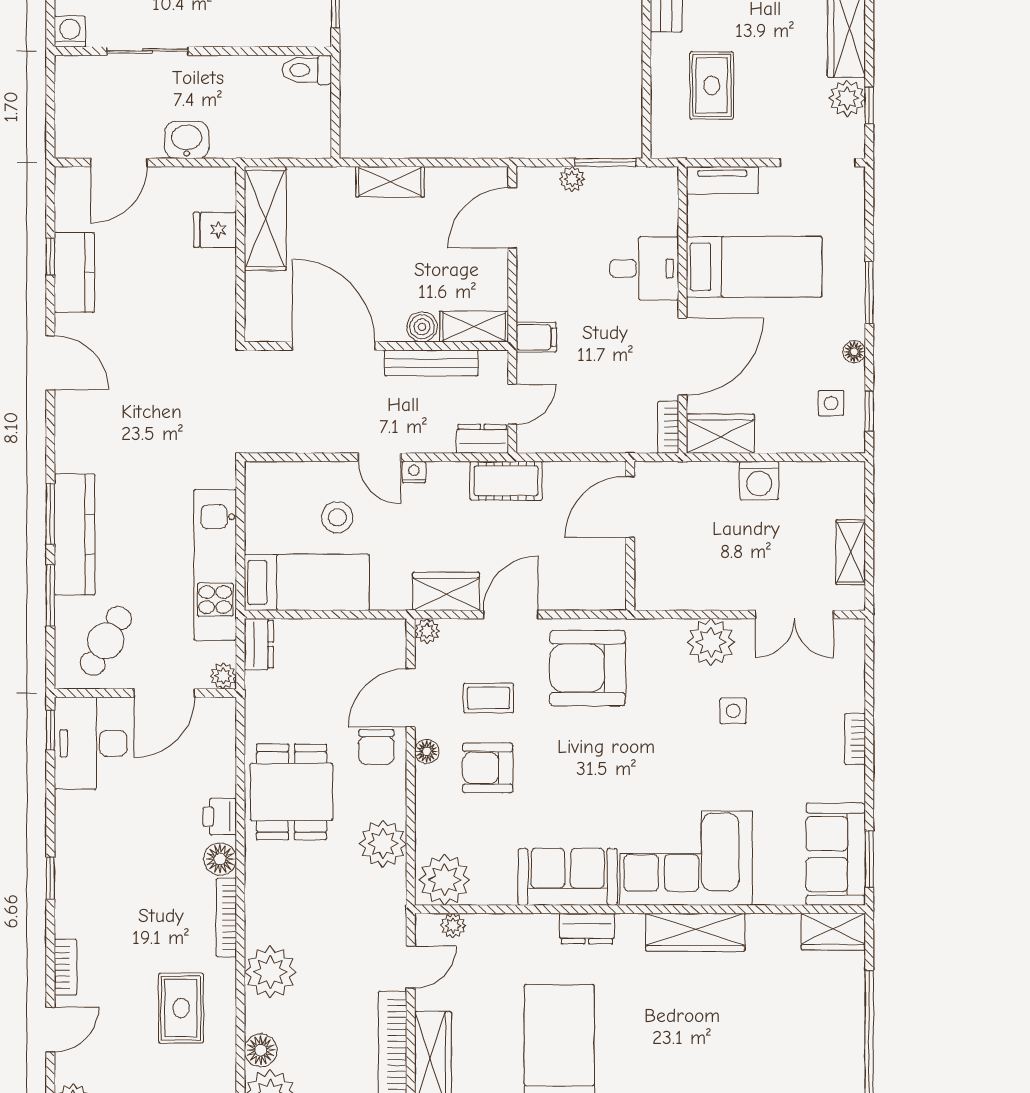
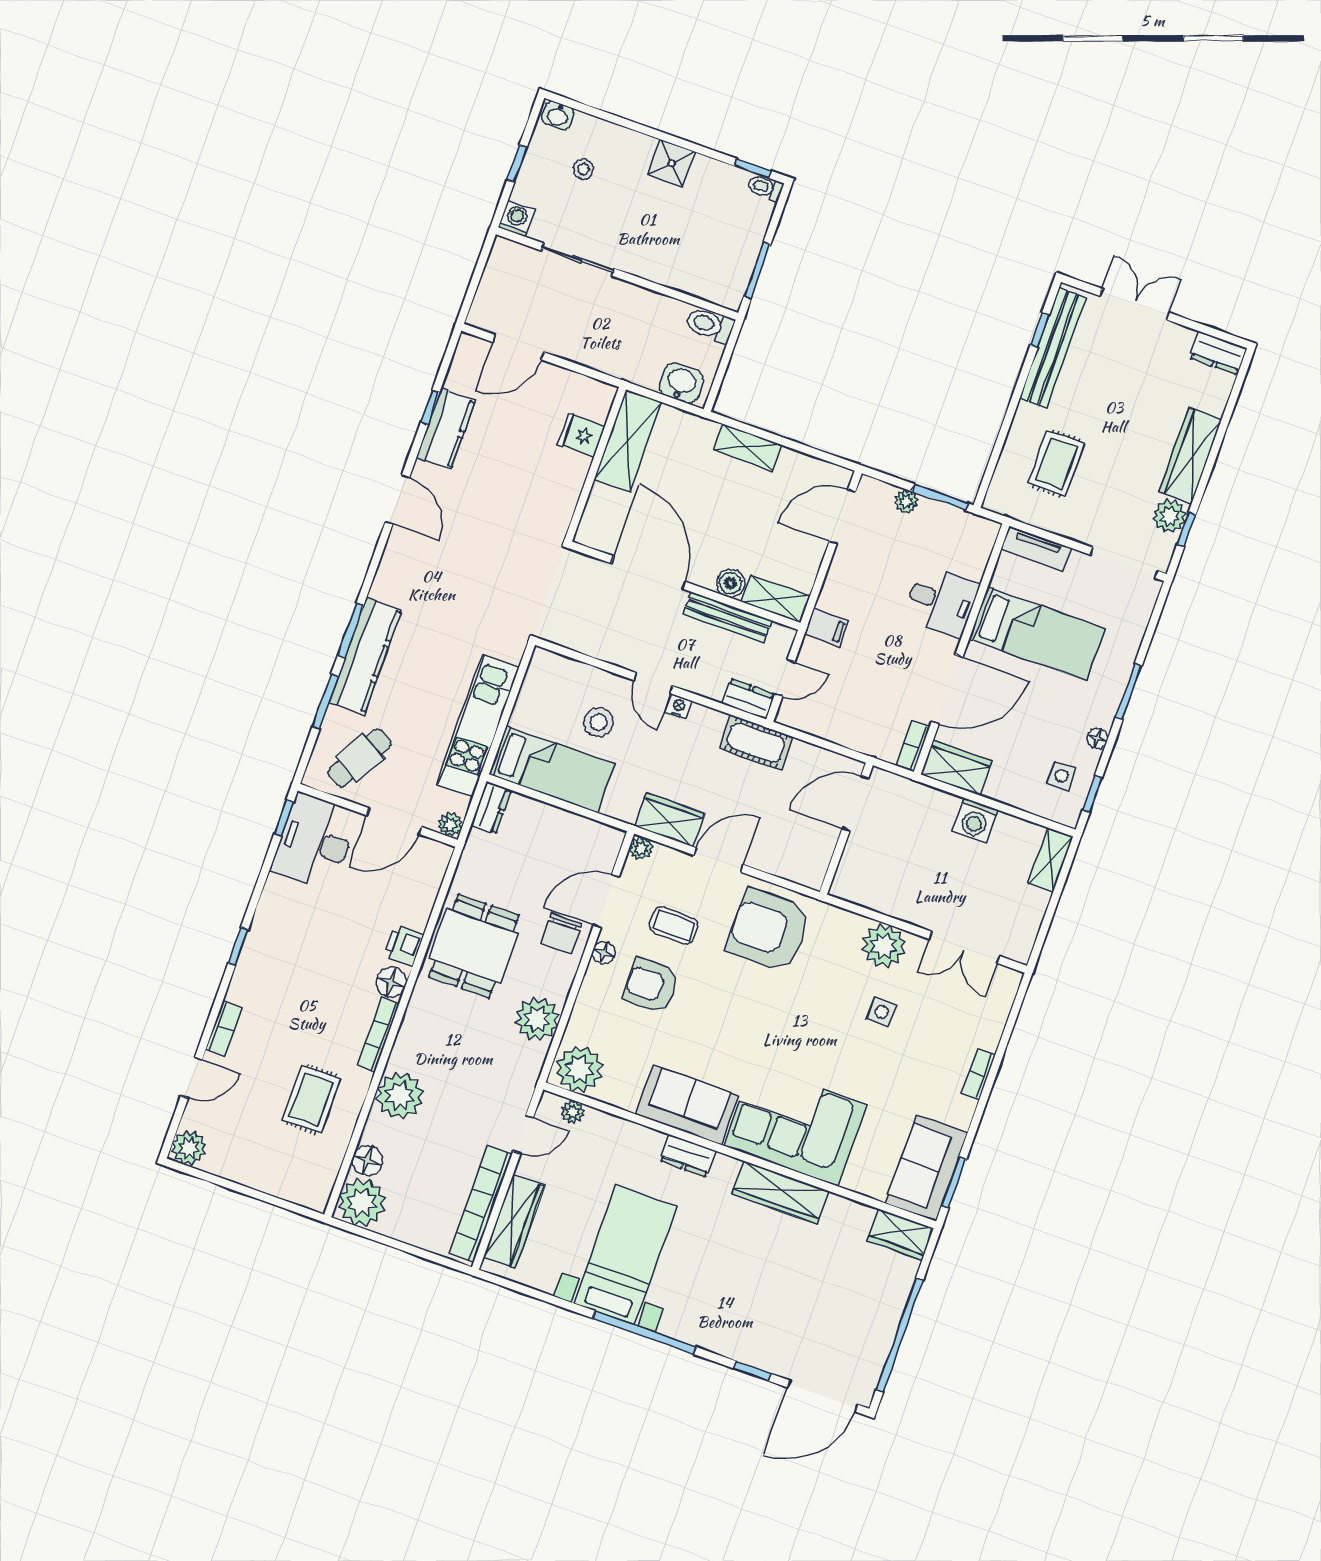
washbasin: (187, 140) -> (681, 383), moved
shelving: (851, 552) -> (1051, 860), moved

